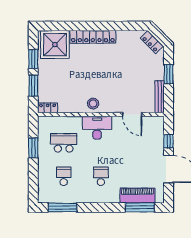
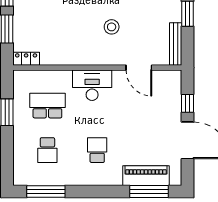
stool: (93, 104) -> (112, 27), moved
school desk: (64, 176) -> (47, 150), turned 180

